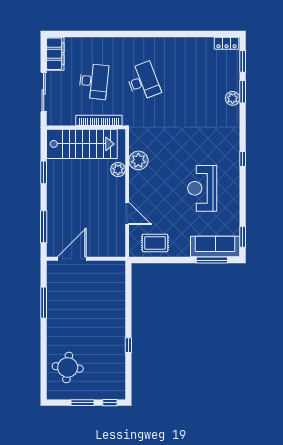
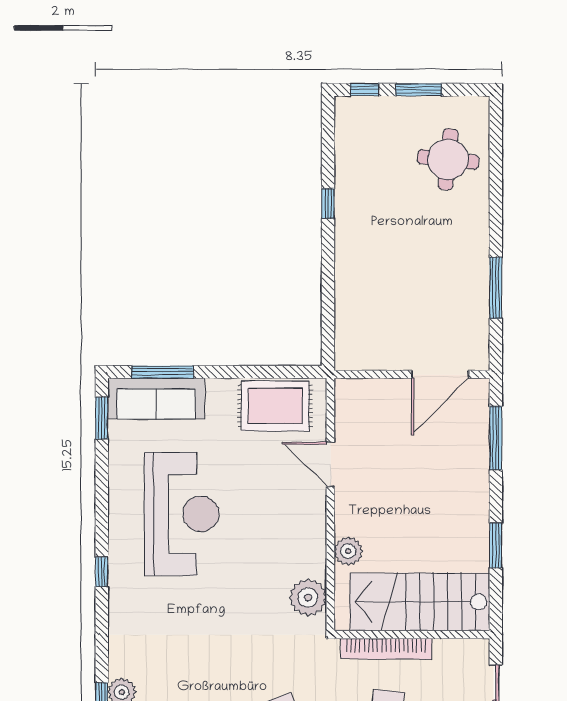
plant: (138, 160) -> (308, 597), moved
reception desk: (202, 188) -> (182, 514), width x1.36, depth x1.30
rug: (155, 243) -> (275, 406), width x1.36, depth x1.43

